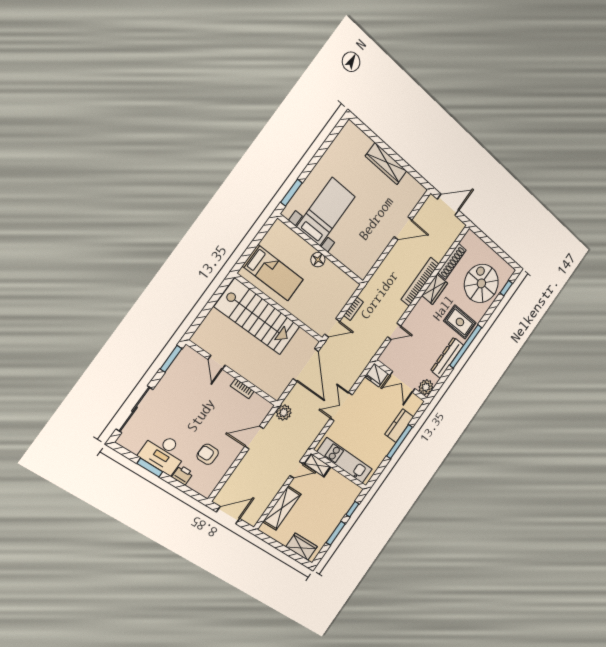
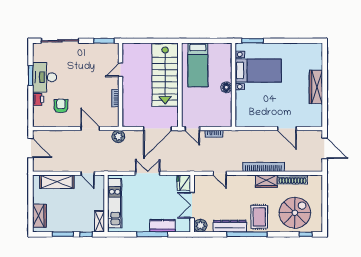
shelving: (317, 465) -> (100, 221), moved

